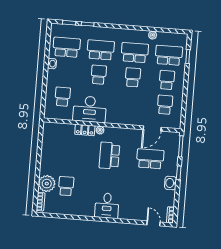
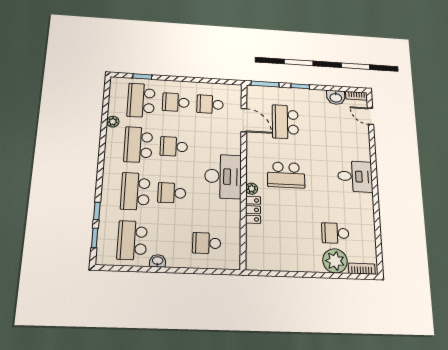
desk: (90, 109) -> (223, 176), moved
washbasin: (170, 183) -> (336, 97), moved
door: (154, 223) -> (370, 116), hinge flipped

